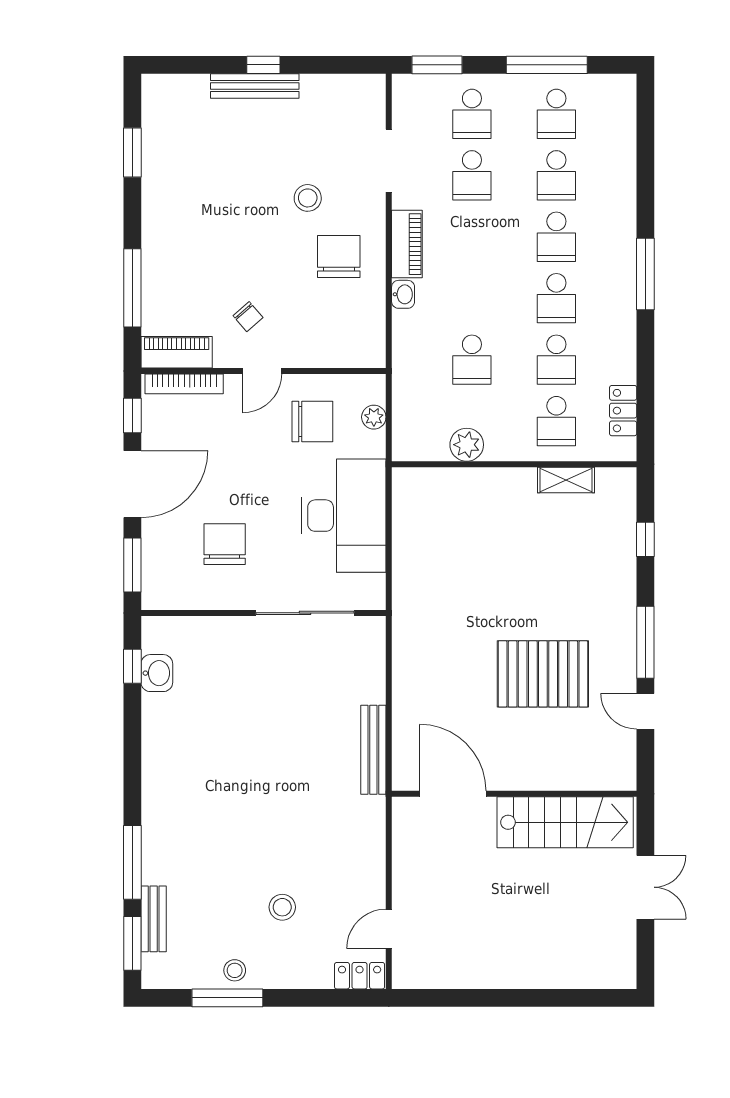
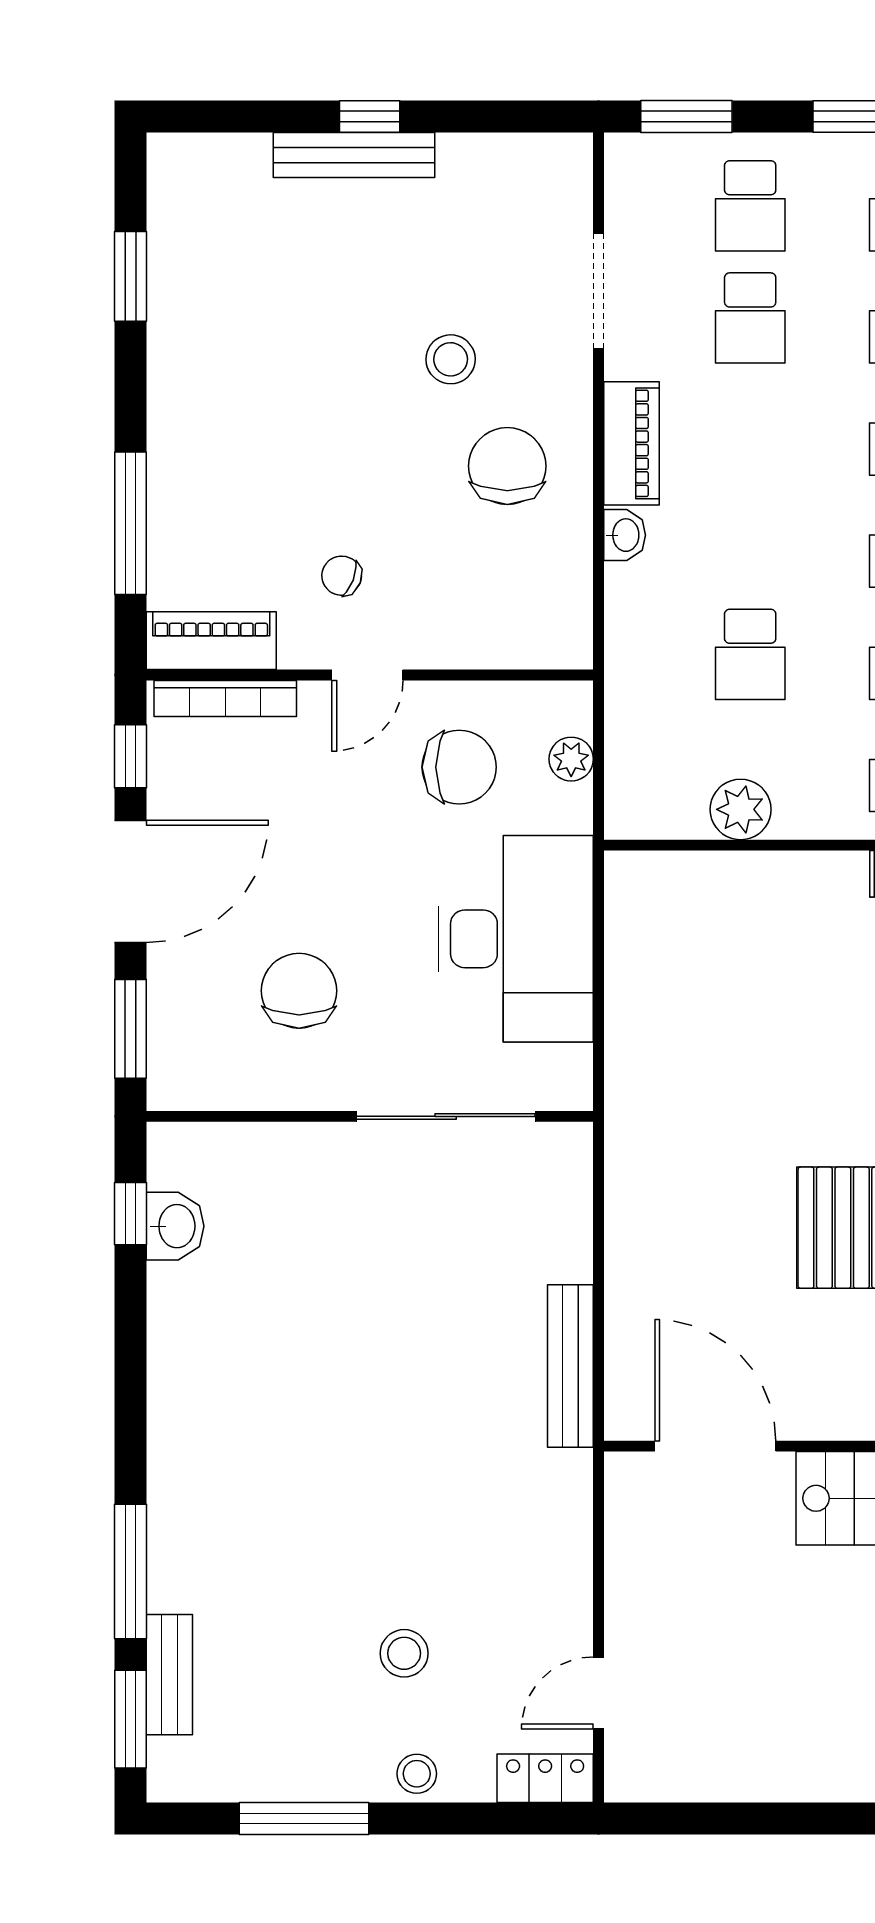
chair: (248, 317) -> (342, 576), turned 152
stool: (235, 970) -> (417, 1774), moved

